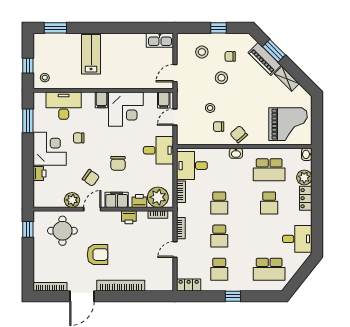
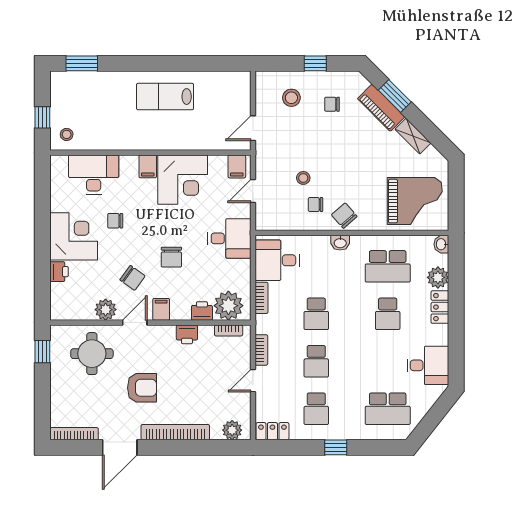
kitchen sink: (160, 40) -> (231, 81), removed
lab bench: (91, 54) -> (165, 97), moved, turned -90
stool: (221, 78) -> (319, 135), removed
window: (28, 121) -> (42, 196), removed
filing cabinet: (117, 200) -> (161, 309), width x0.50
plant: (160, 284) -> (232, 430), added

